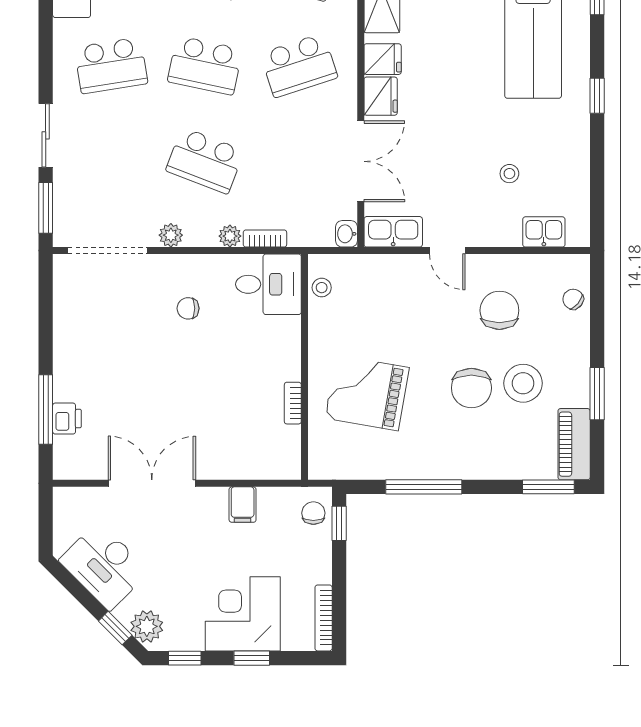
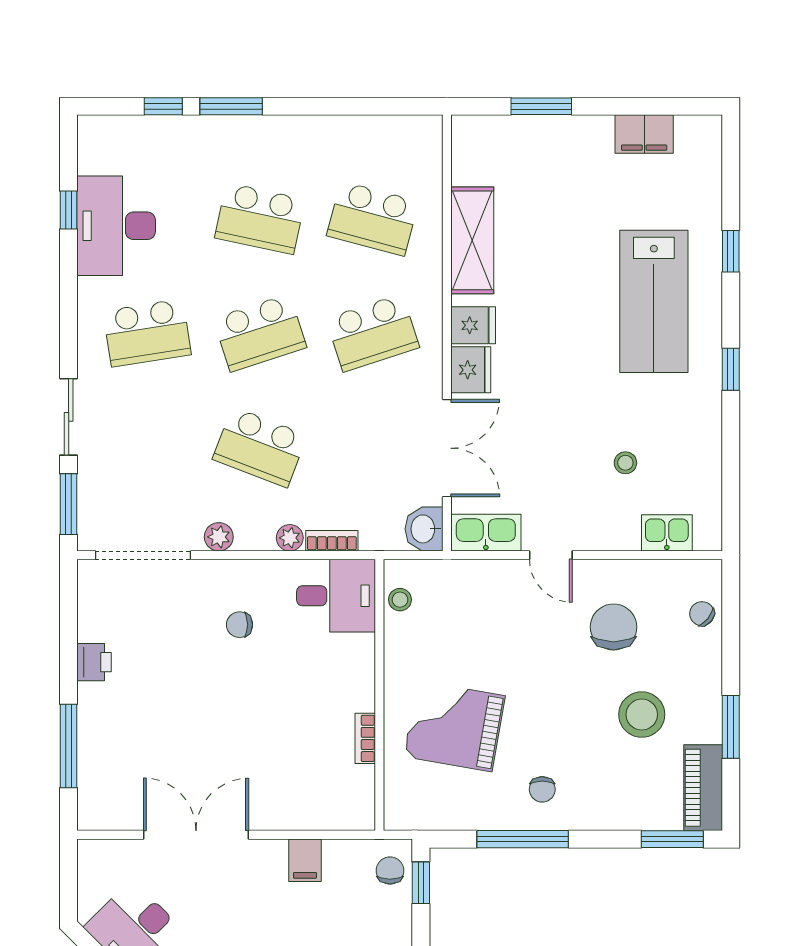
school desk: (205, 65) -> (260, 333), turned -30
washbasin: (346, 234) -> (424, 529), width x1.38, depth x1.45
chair: (471, 388) -> (542, 789), moved, width x0.54, depth x0.54
printer: (67, 419) -> (94, 662), moved

